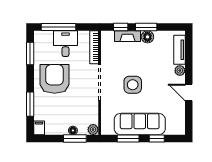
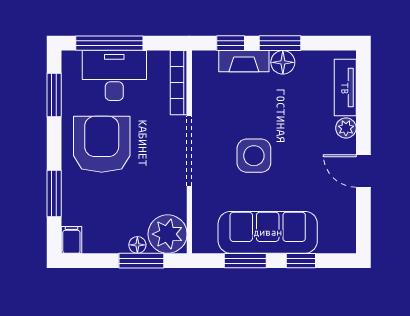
desk: (65, 44) -> (114, 76), width x1.37
plant: (93, 130) -> (168, 234), width x1.88, depth x1.88

